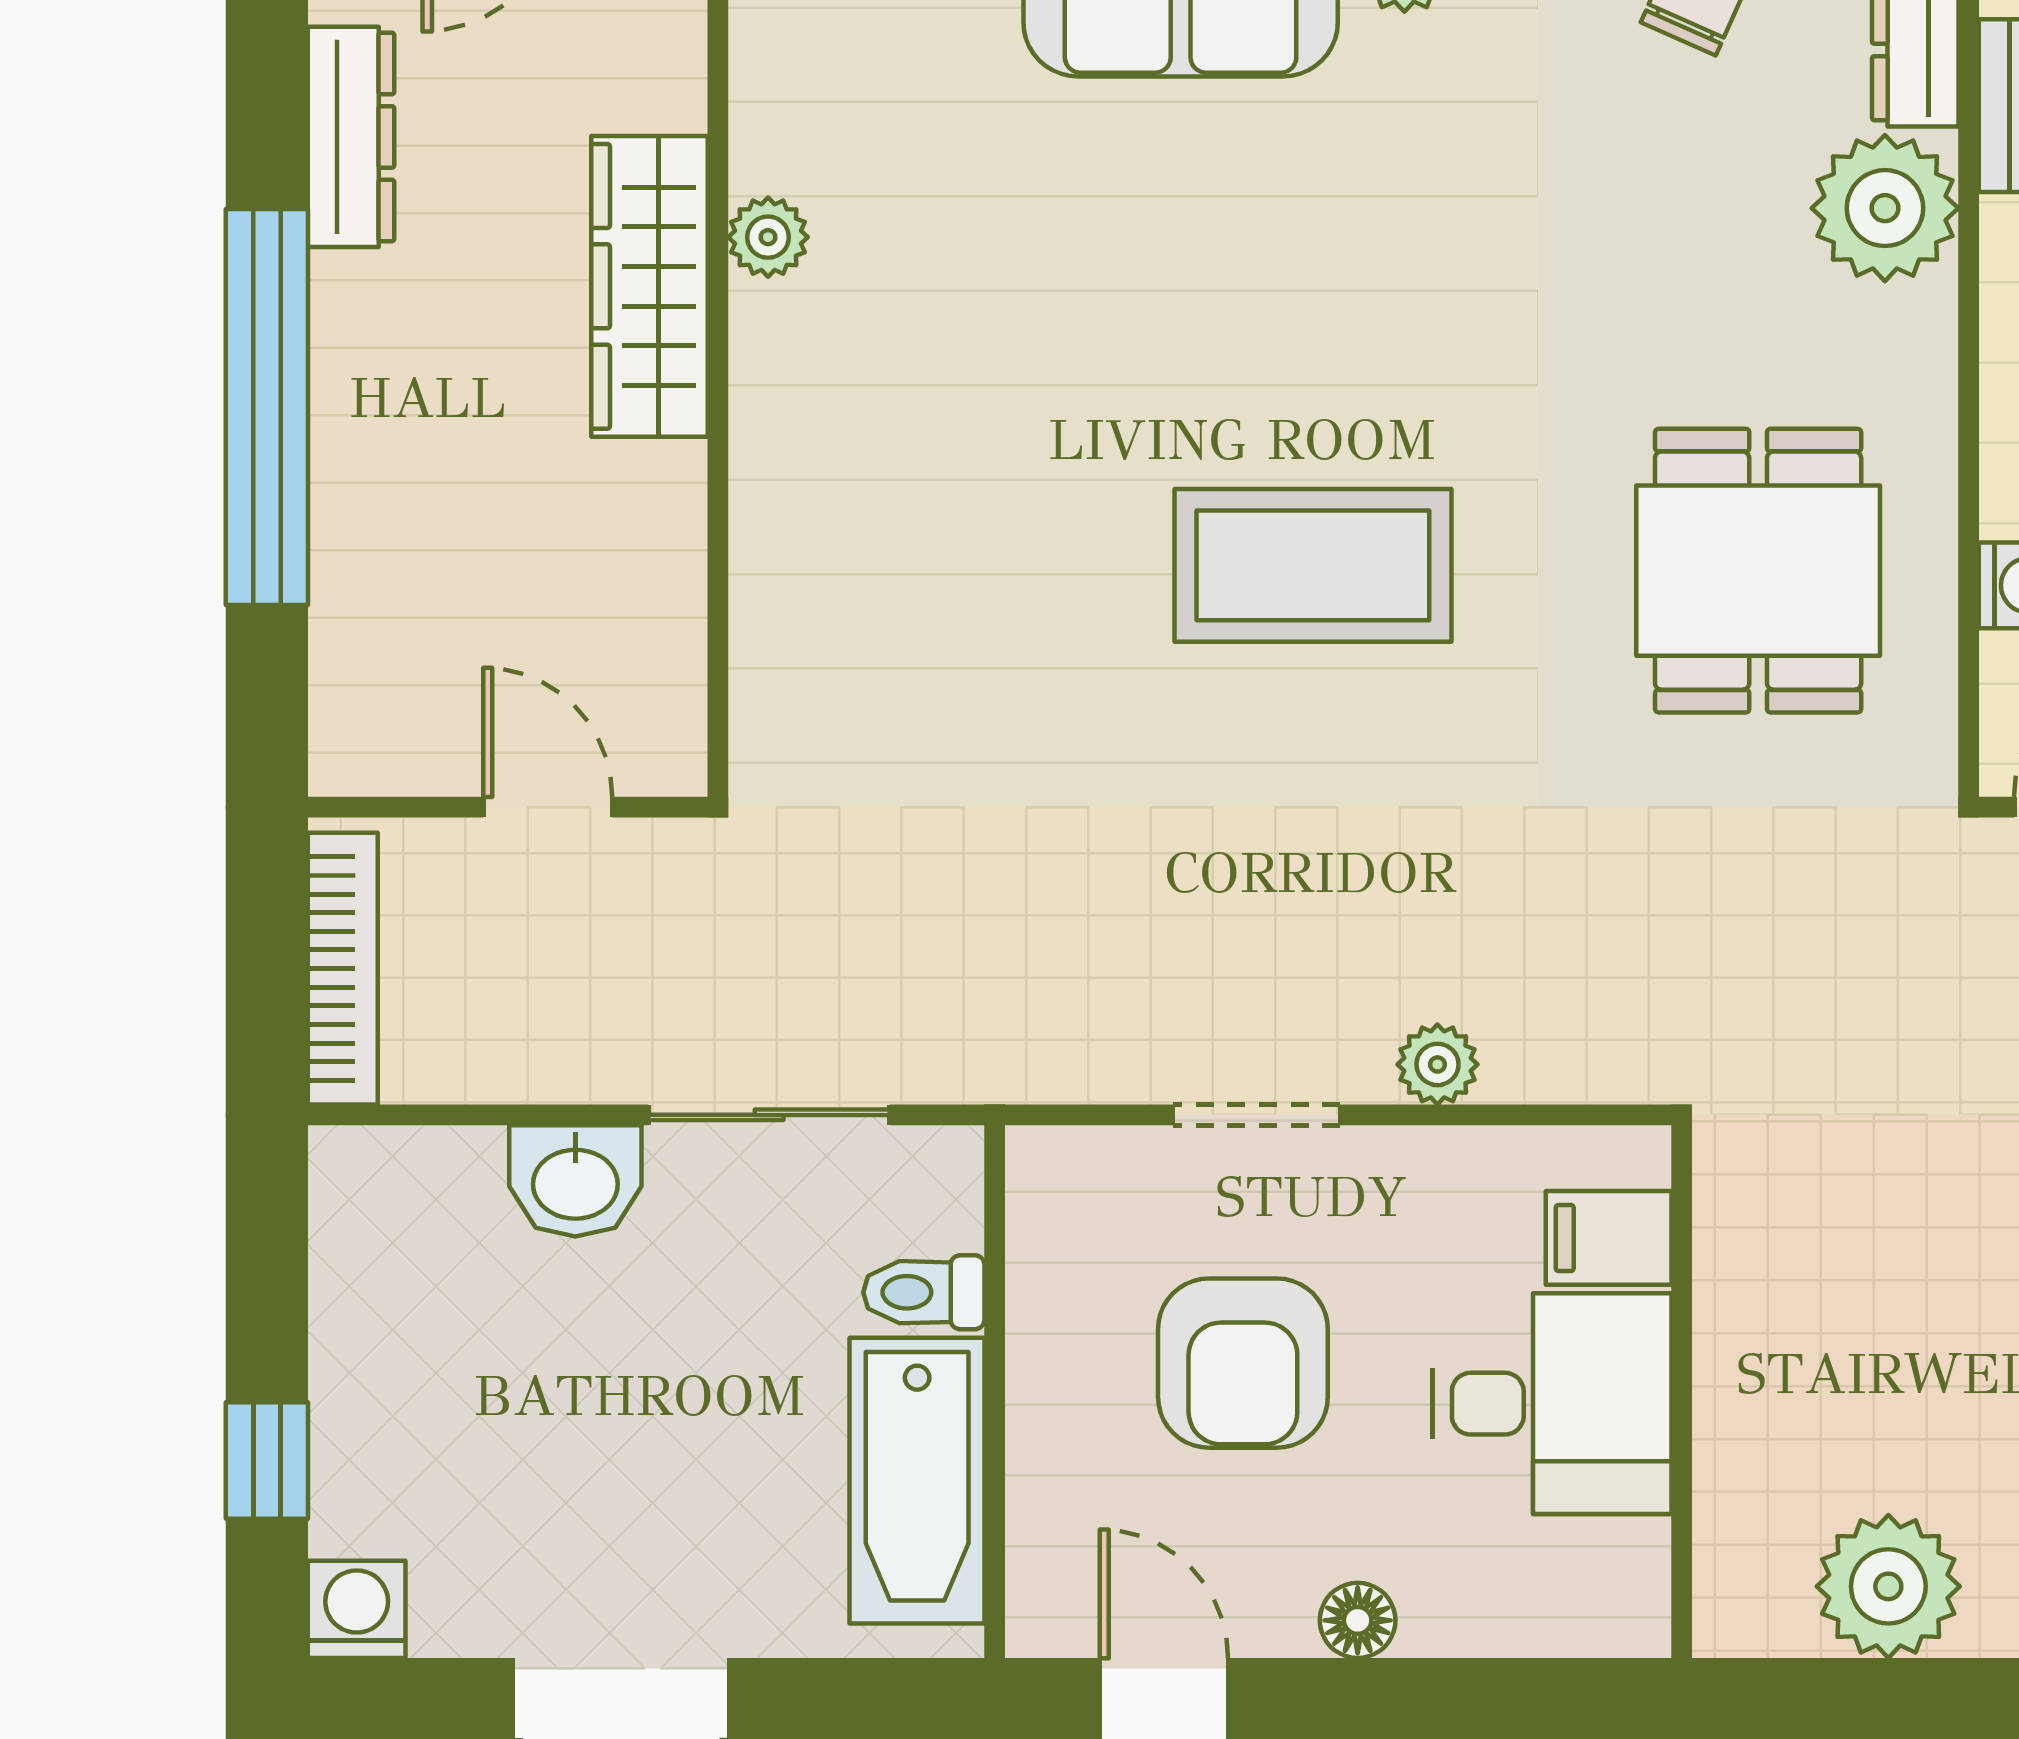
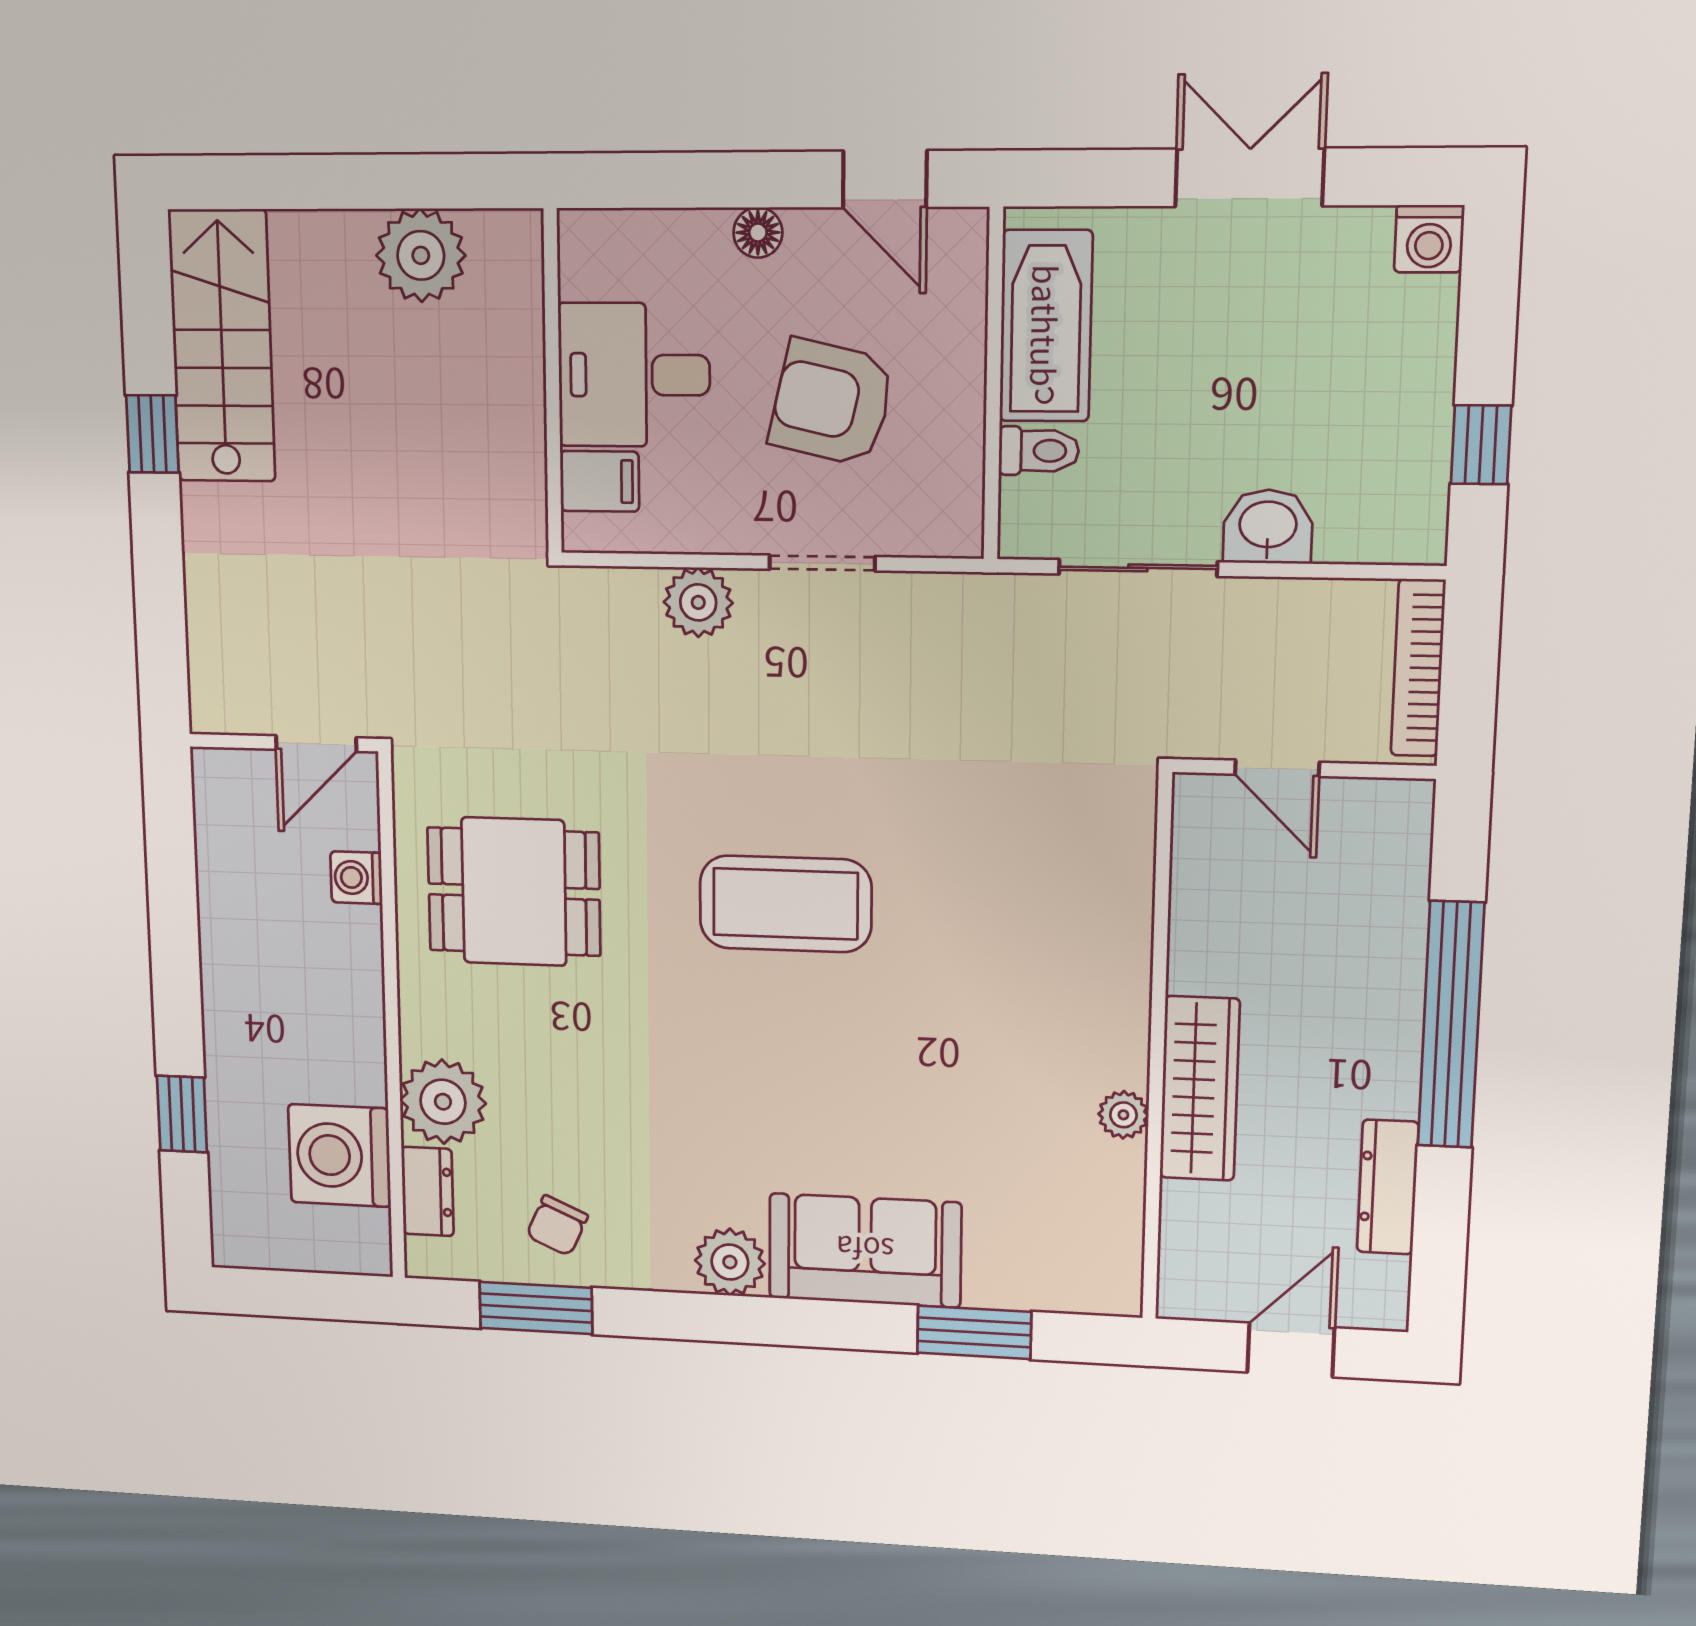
dining table: (1758, 571) -> (514, 892), turned 90
plant: (1437, 1064) -> (698, 602), width x1.38, depth x1.38
armchair: (1243, 1363) -> (832, 403), turned -77
window: (267, 1460) -> (1481, 445), moved

